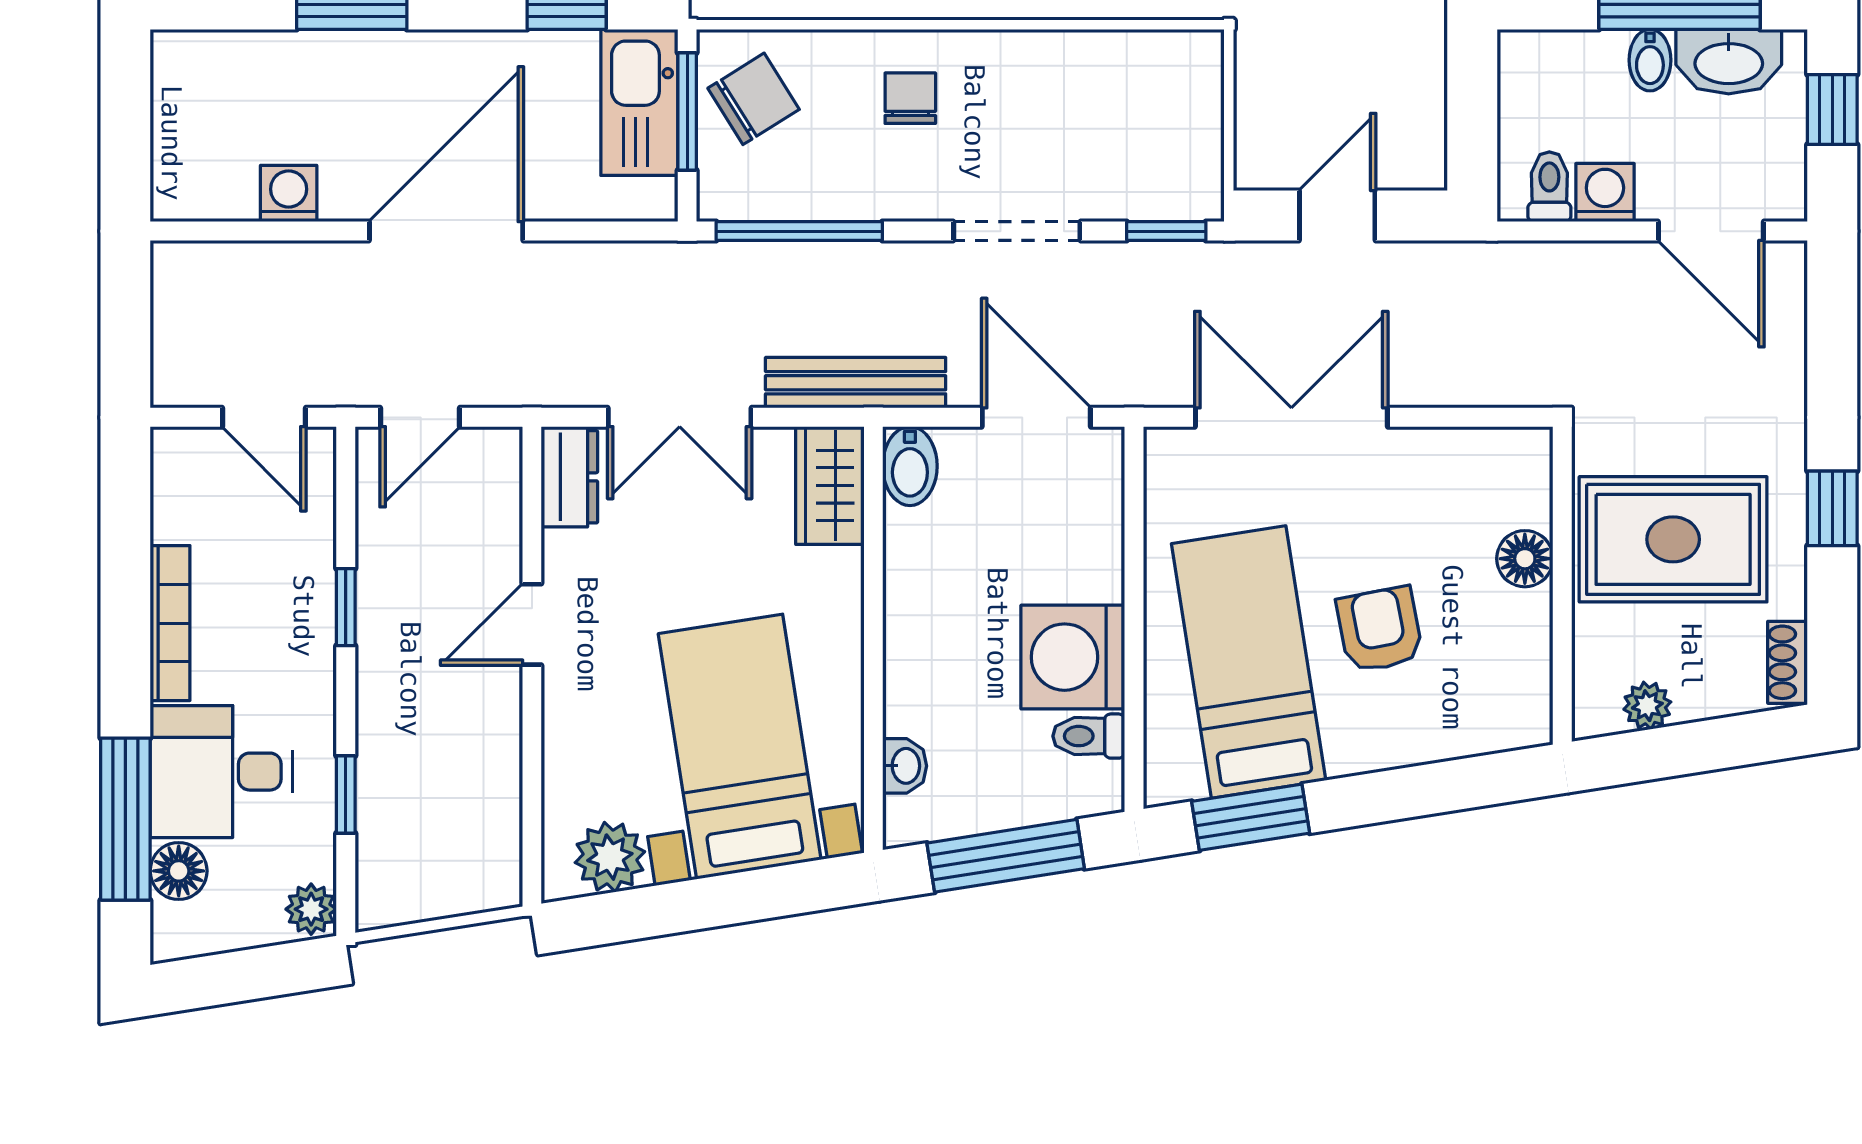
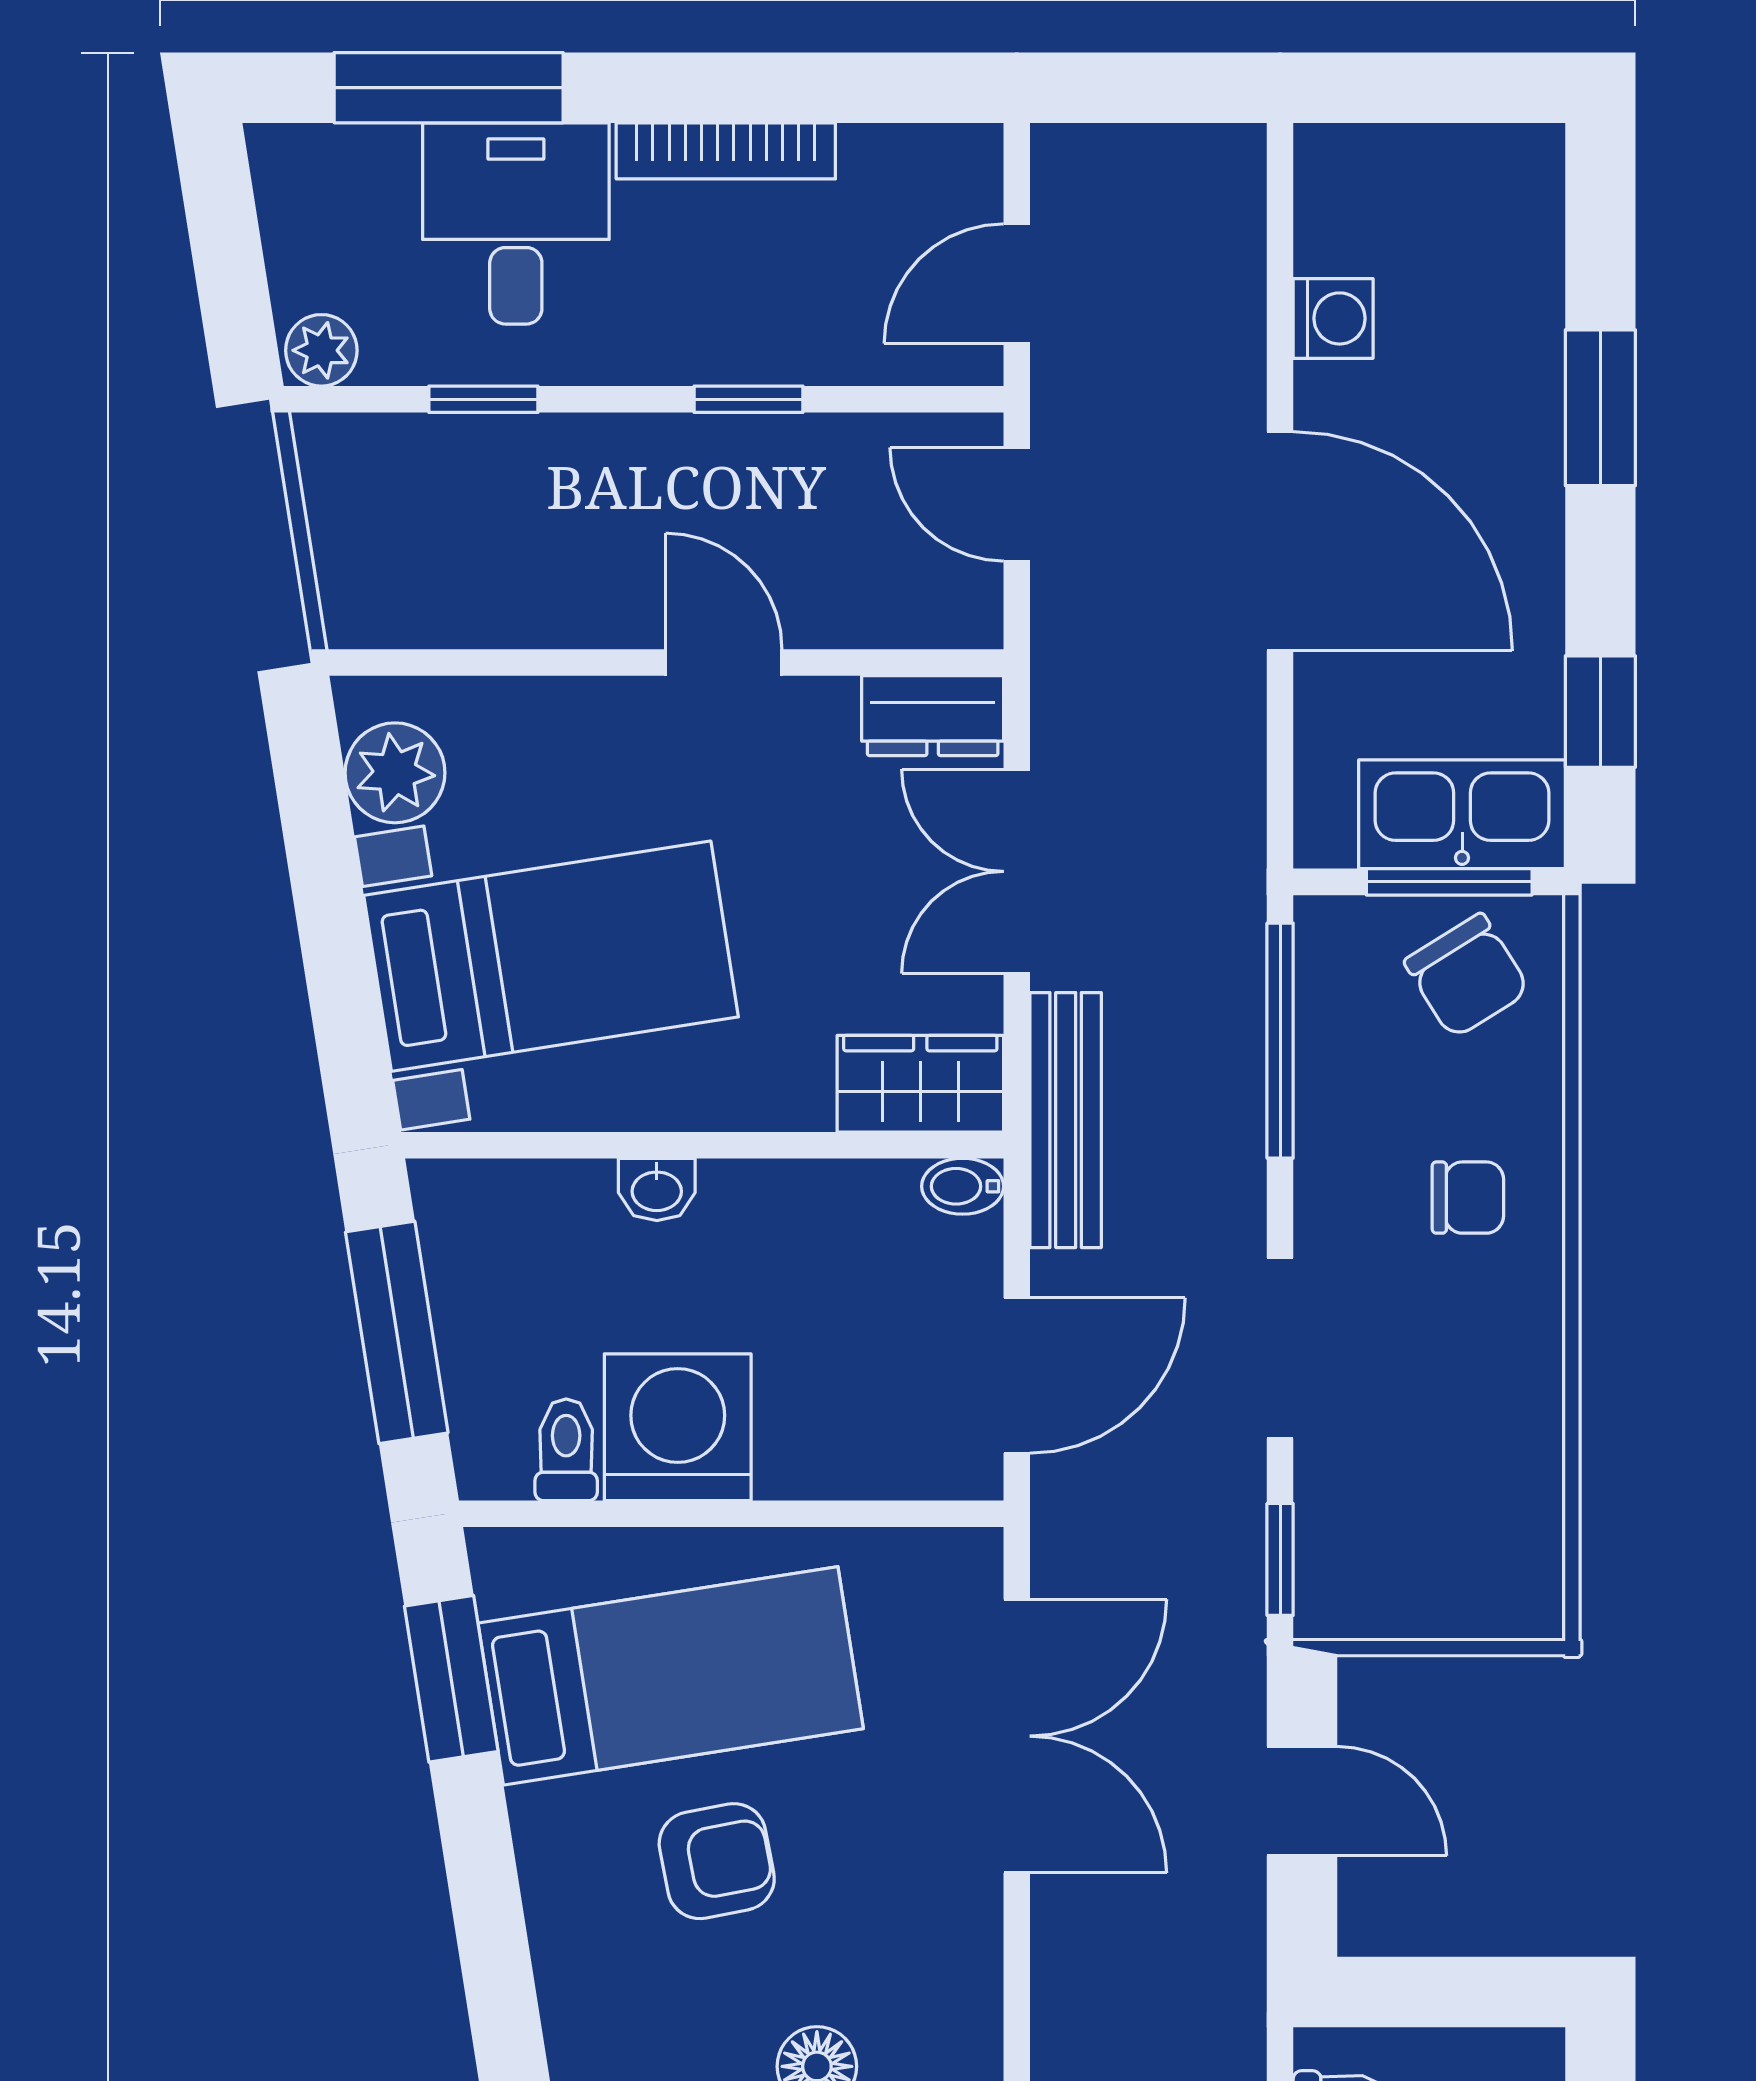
bidet: (910, 466) -> (963, 1186), width x0.72, depth x0.74
washbasin: (905, 766) -> (657, 1189), moved
floor lamp: (179, 871) -> (375, 163), removed

